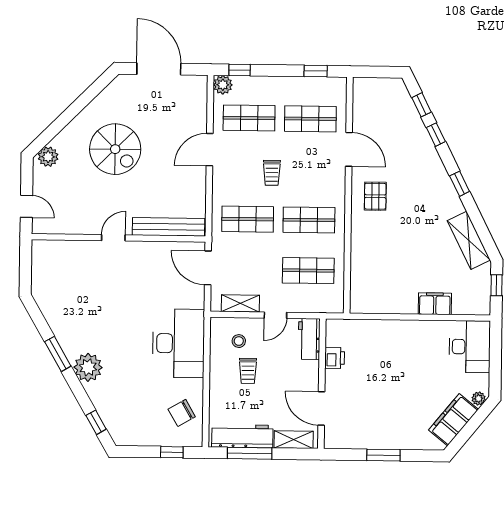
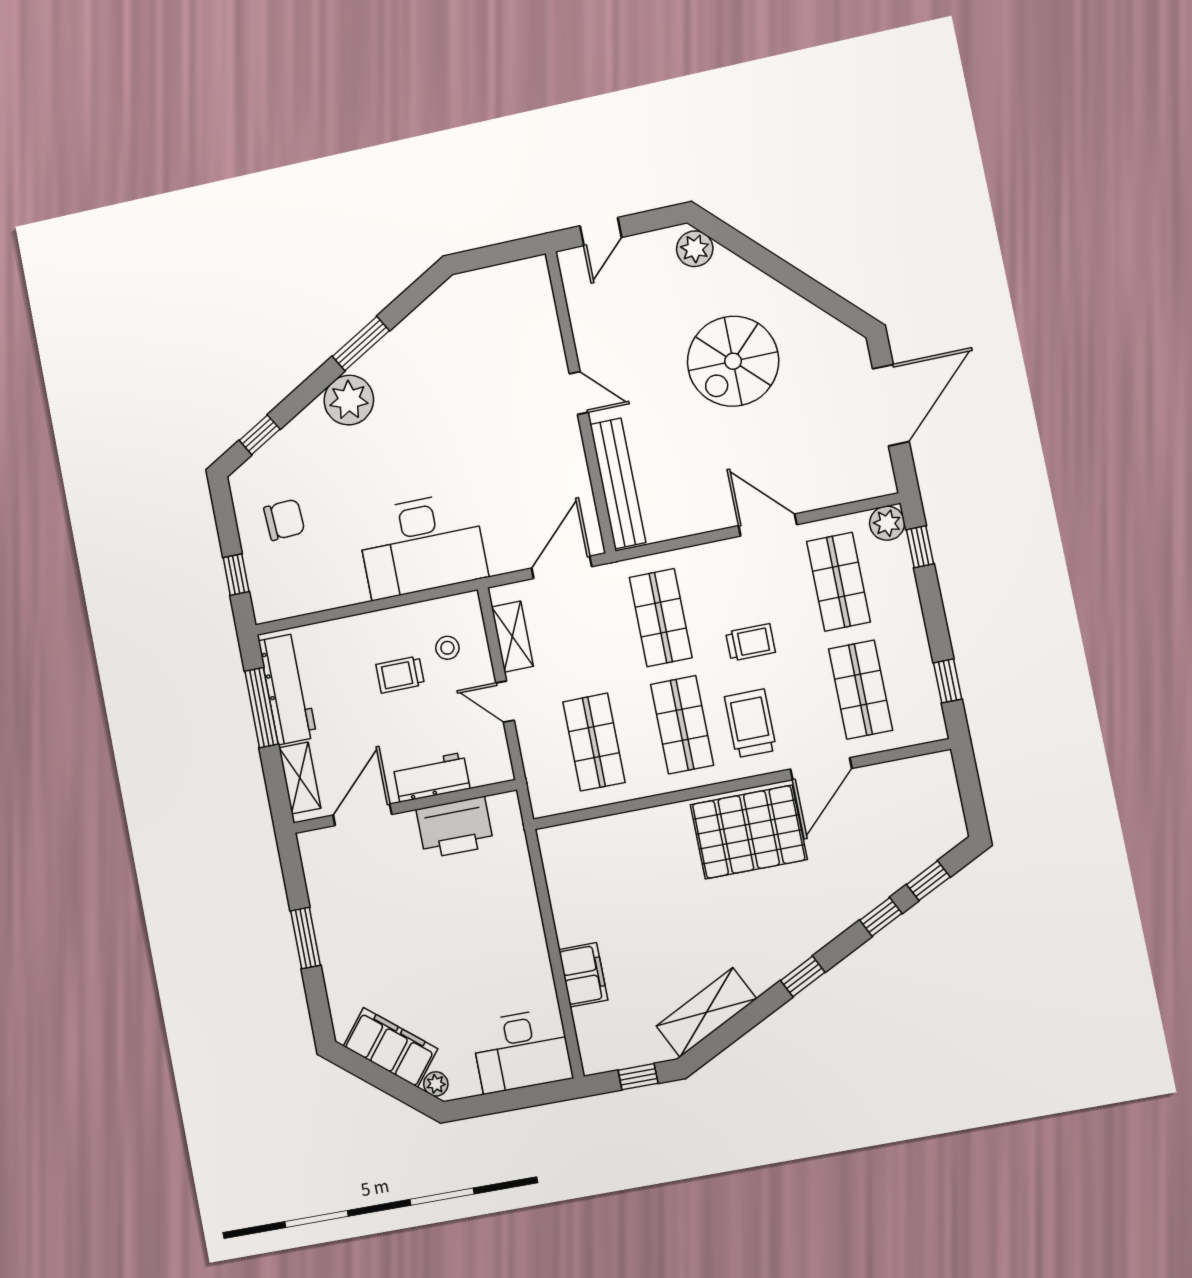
trolley: (272, 173) -> (750, 642), turned 180
trolley: (316, 182) -> (750, 723), added
pallet: (375, 196) -> (749, 832), width x2.05, depth x2.00
workbench: (309, 339) -> (431, 777), moved
printer: (335, 358) -> (455, 828), width x1.87, depth x1.48
chair: (182, 413) -> (284, 520), moved, turned 117

